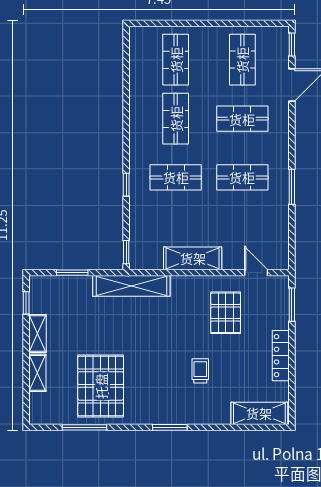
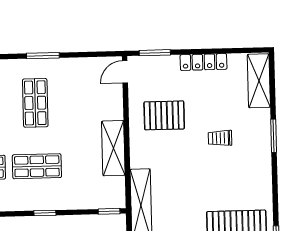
shop shelf: (176, 177) -> (37, 166), turned 90
door: (256, 273) -> (125, 72), moved
window: (170, 427) -> (274, 136), moved

